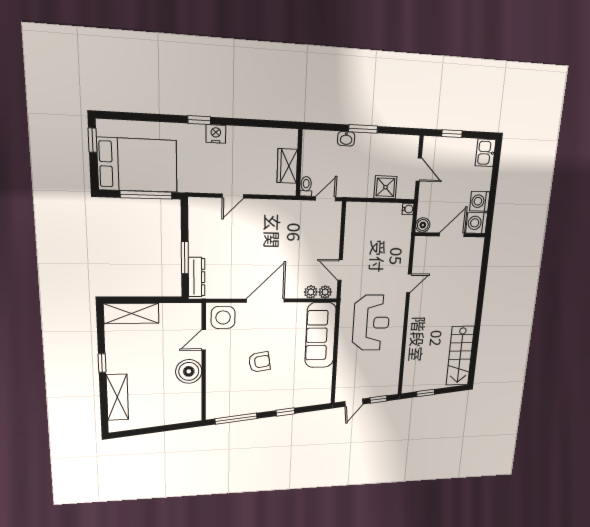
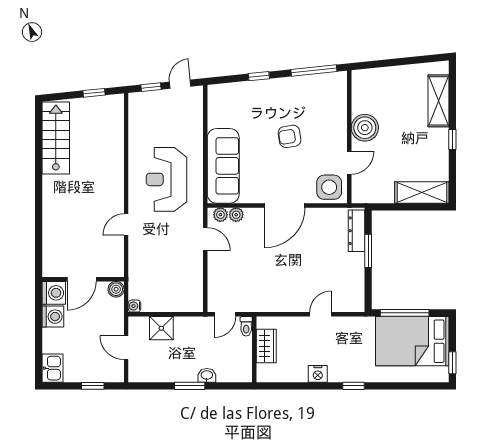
nightstand: (216, 134) -> (318, 374), moved

